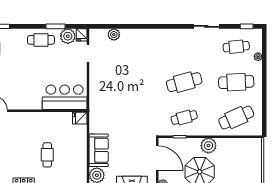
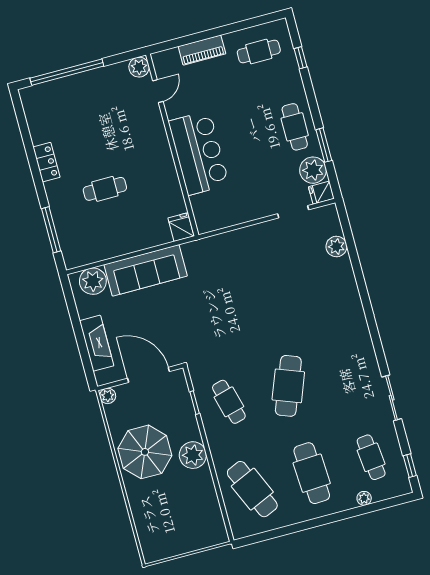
cafe table: (184, 82) -> (288, 386), turned 36
bar counter: (65, 97) -> (199, 153), moved
sofa: (99, 150) -> (146, 270), width x1.36
door: (157, 158) -> (149, 375), swing flipped

